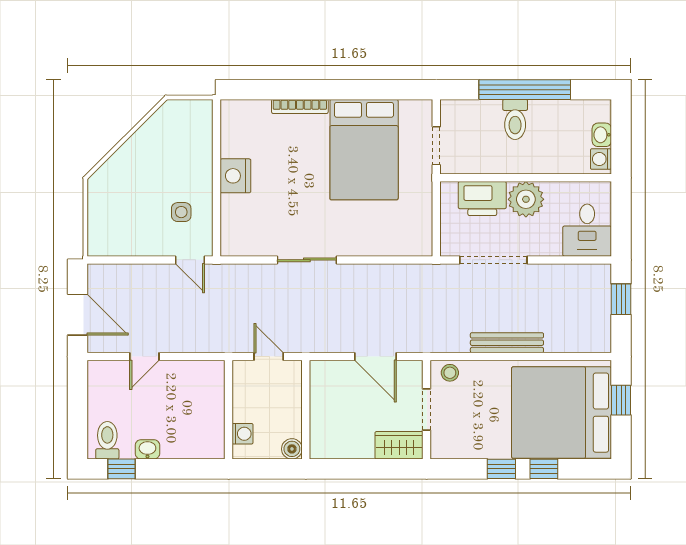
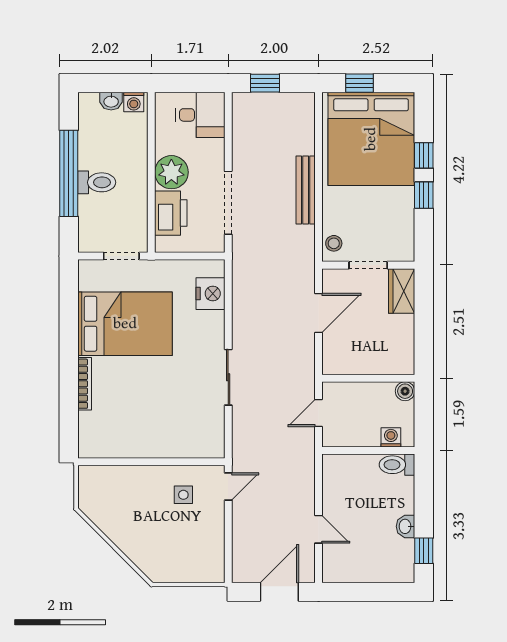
nightstand: (235, 176) -> (210, 294), moved, turned -90
toilet: (107, 440) -> (397, 465), moved

